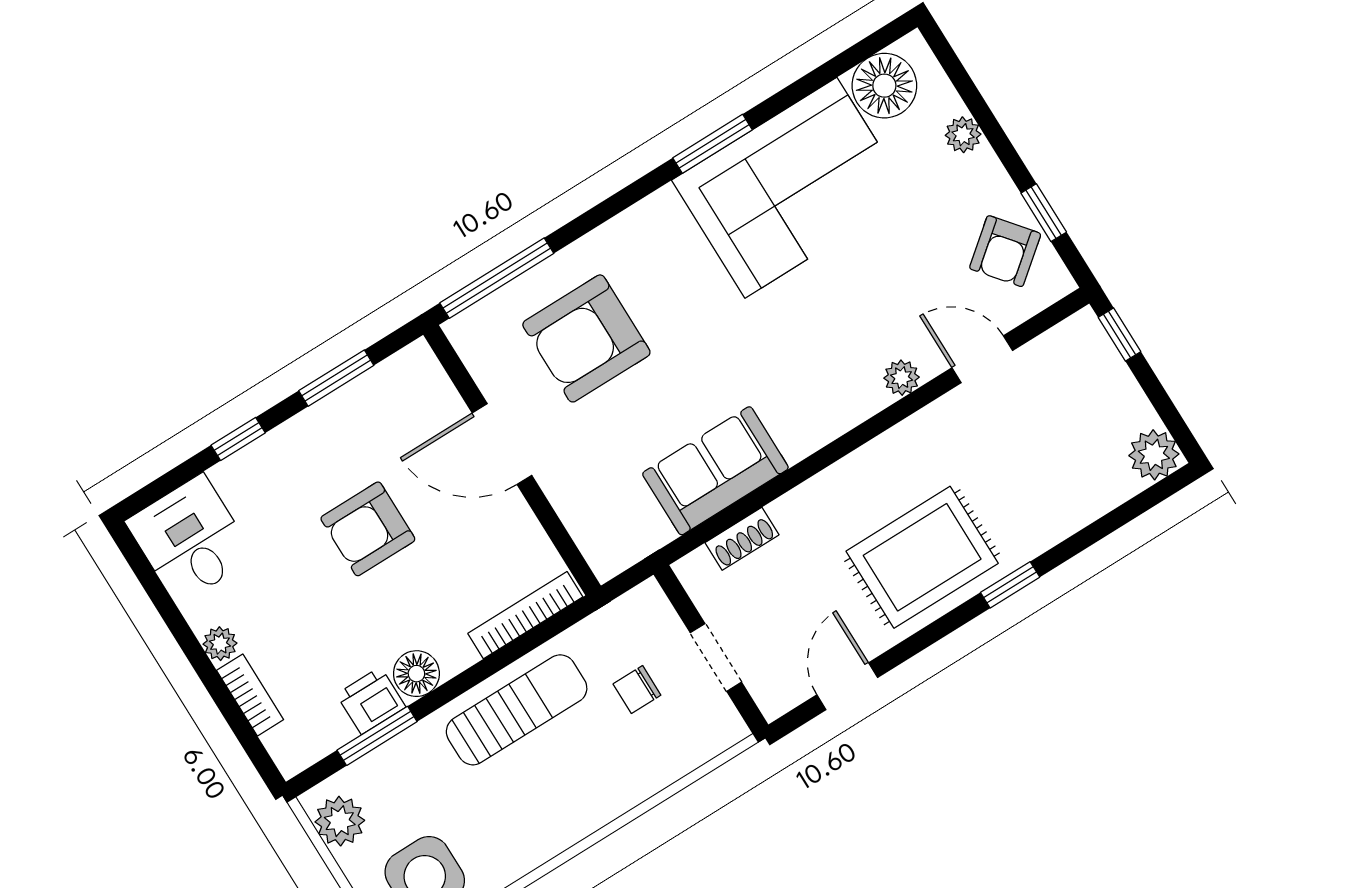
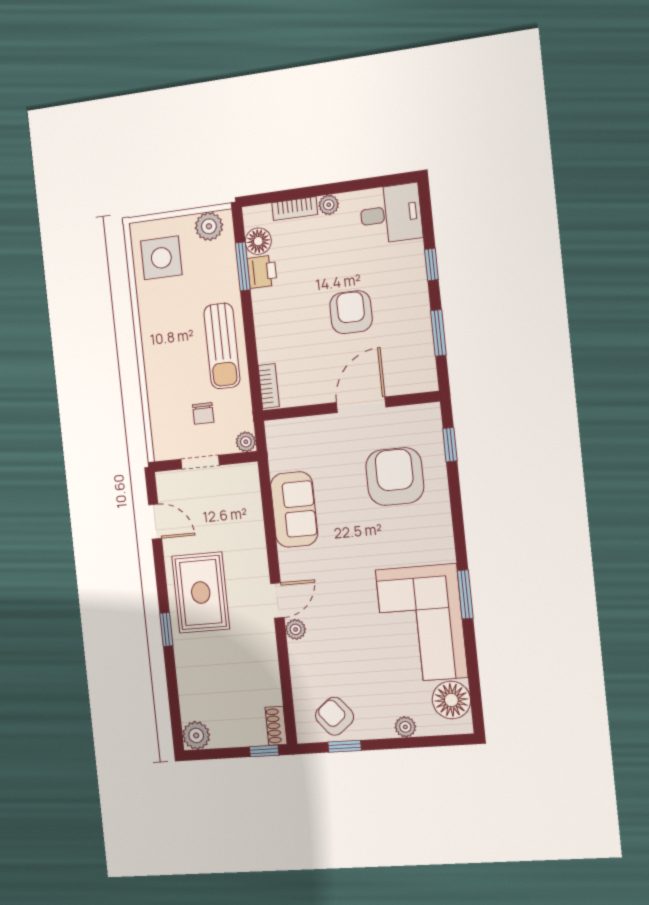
window: (497, 278) -> (450, 445), width x0.46
door: (982, 359) -> (277, 600), moved
shoe rack: (742, 539) -> (276, 726), moved
plant: (648, 599) -> (246, 442), added
bookcase: (525, 615) -> (269, 386), width x0.64
floor lamp: (416, 674) -> (258, 241), moved
chair: (637, 690) -> (203, 413), turned 180

